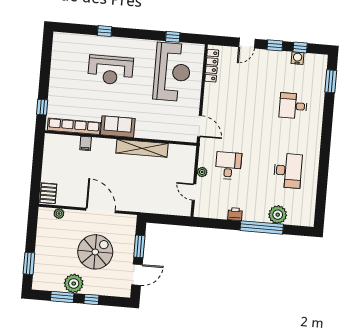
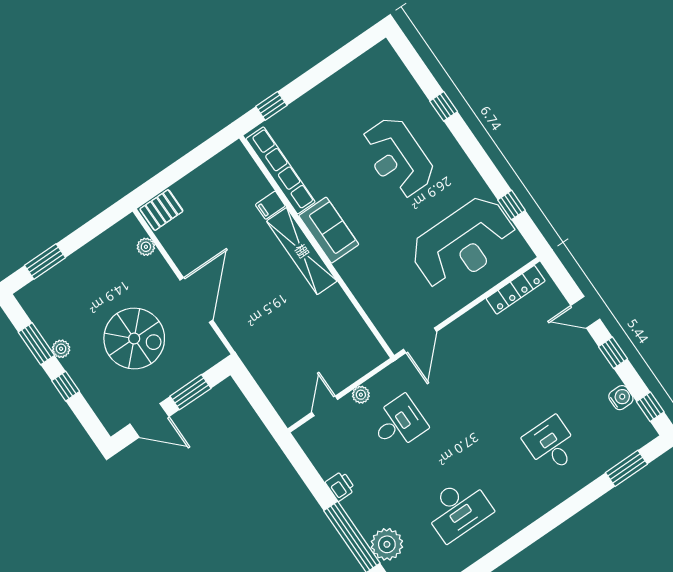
window: (300, 47) -> (650, 407), moved
shelving: (142, 148) -> (302, 251), moved
plant: (74, 283) -> (61, 349), width x0.53, depth x0.53

